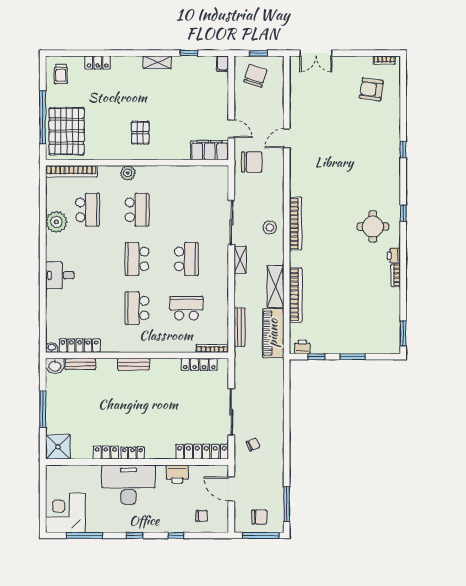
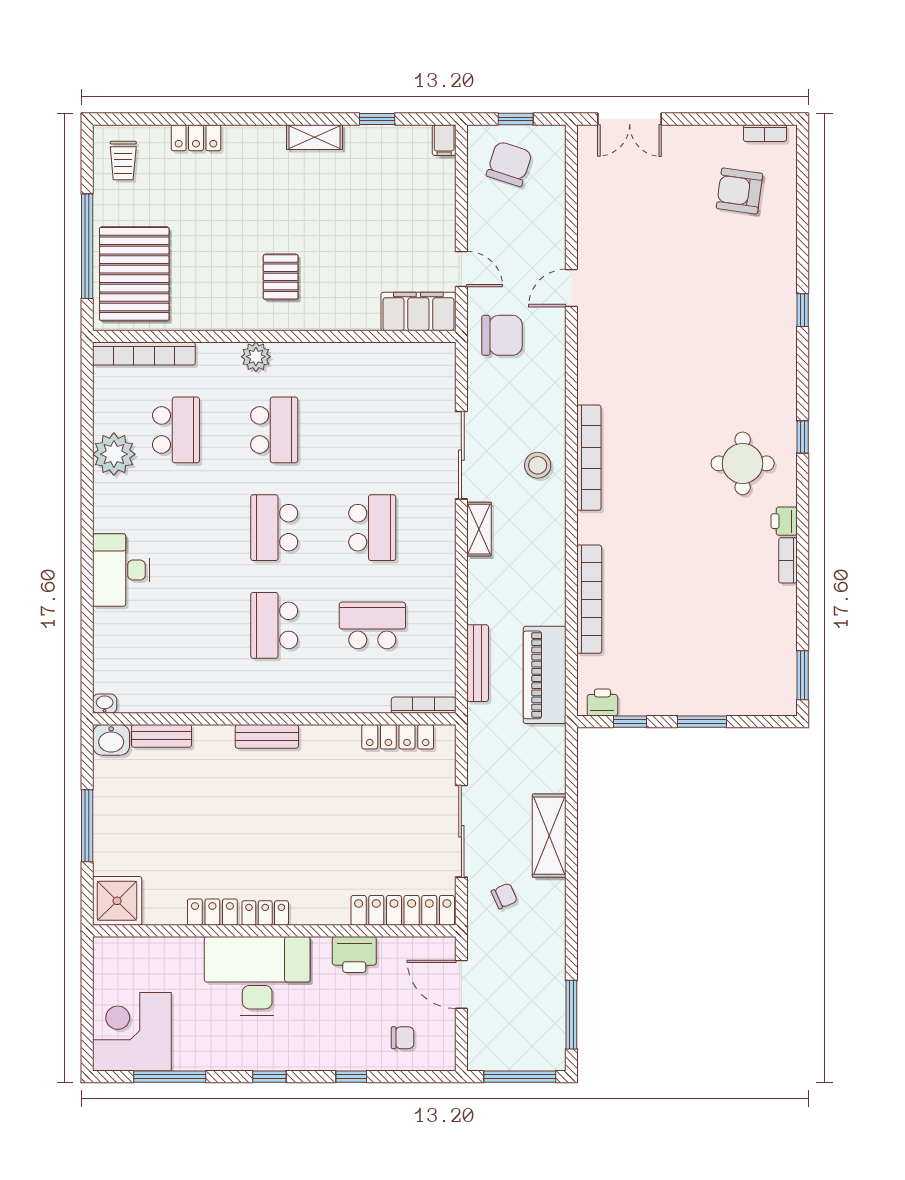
desk: (60, 275) -> (121, 570), width x1.37
shelving: (276, 286) -> (549, 836), moved
locker: (80, 346) -> (160, 700), removed
chair: (259, 517) -> (517, 1040), removed

